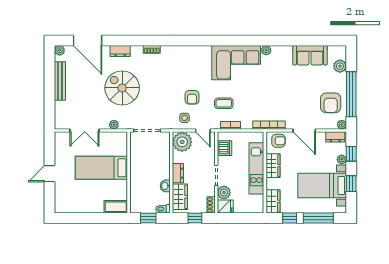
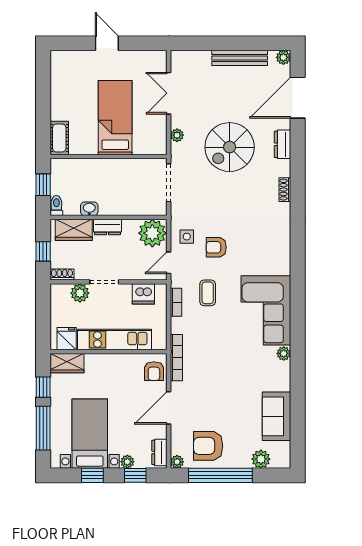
spiral stairs: (122, 88) -> (230, 147), turned 180
wardrobe: (273, 166) -> (118, 363), removed
fridge: (225, 207) -> (67, 339), moved, turned 180

